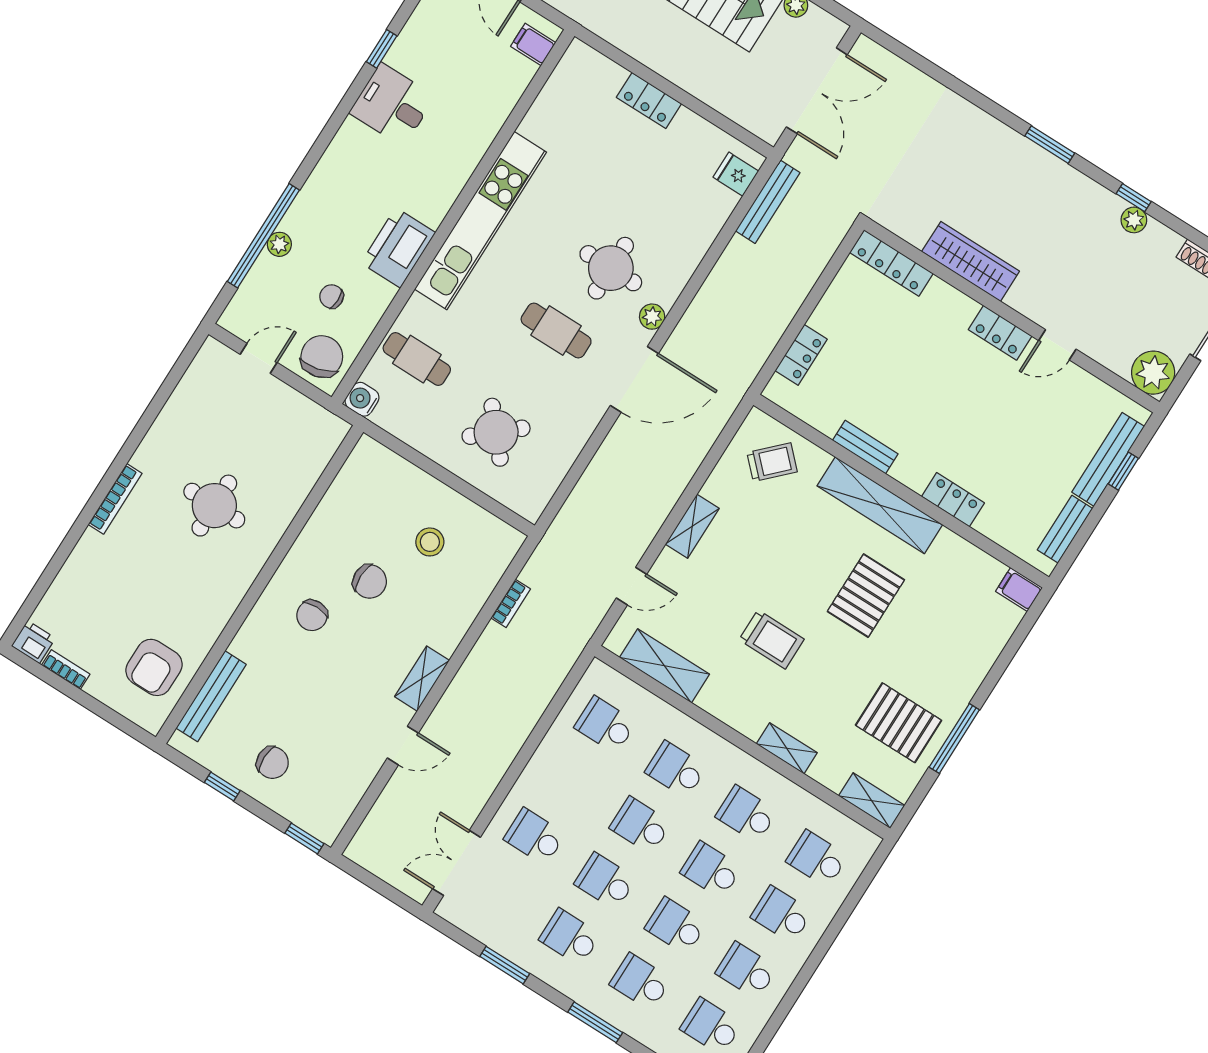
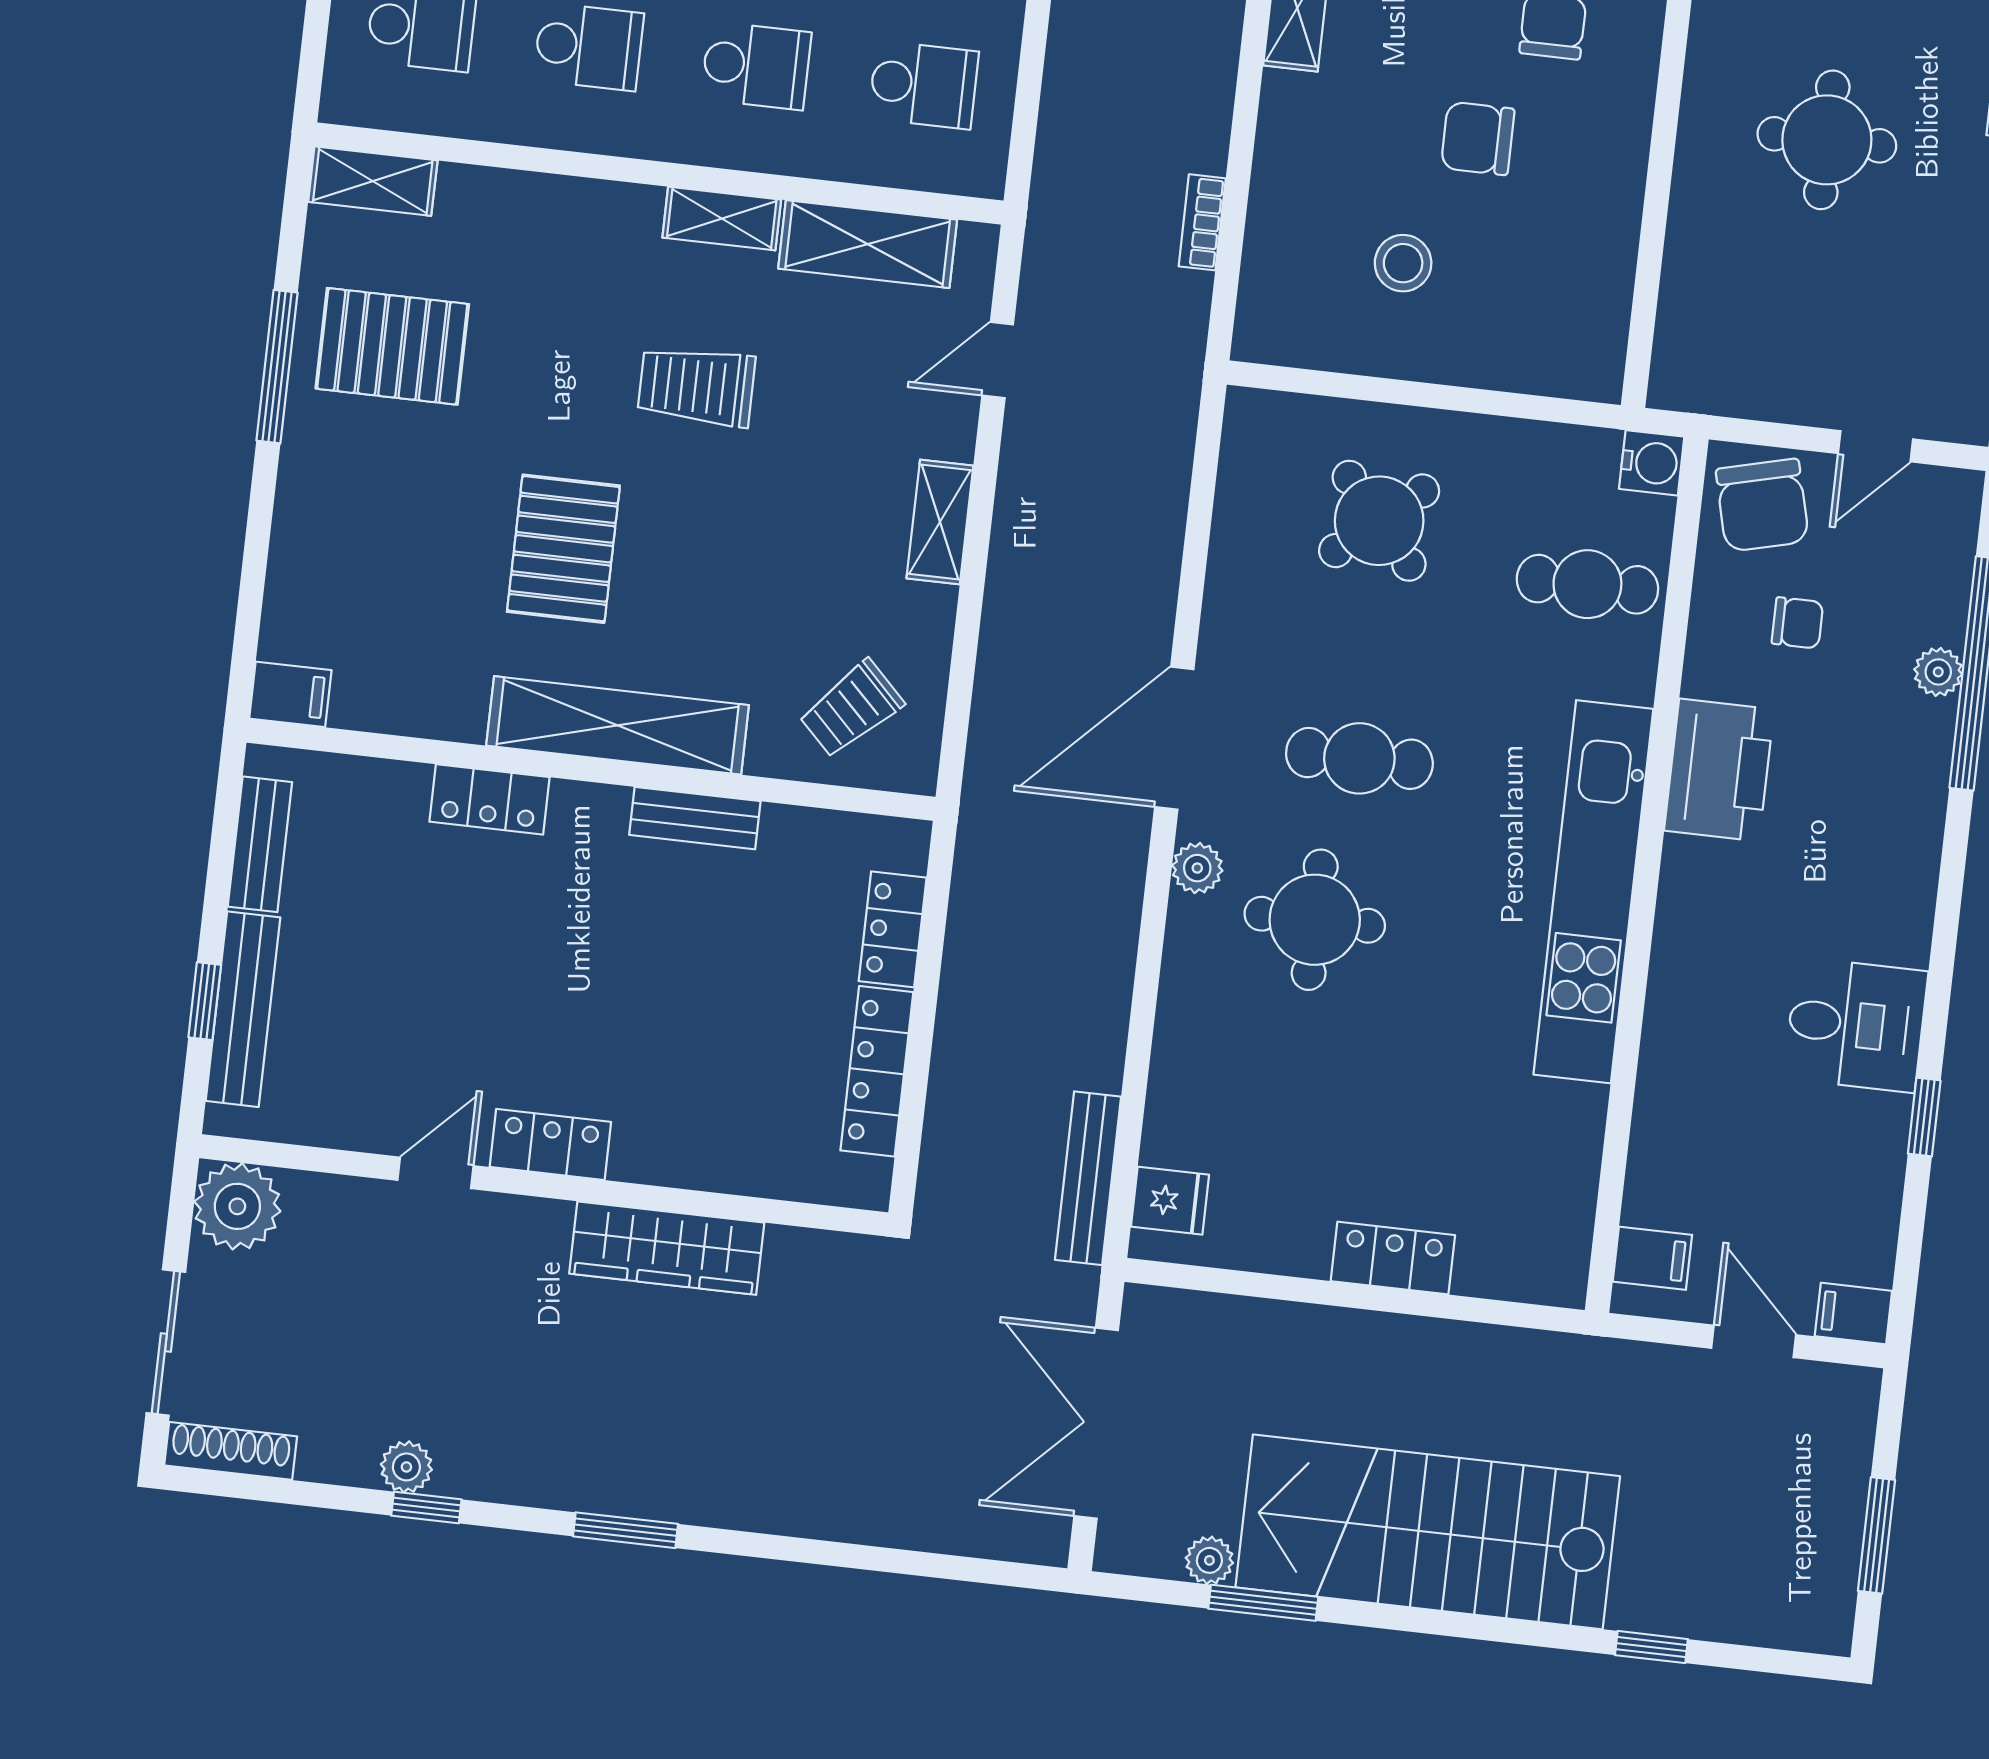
locker: (891, 263) -> (877, 1071), moved, turned -90
shelving: (787, 748) -> (722, 219), moved

